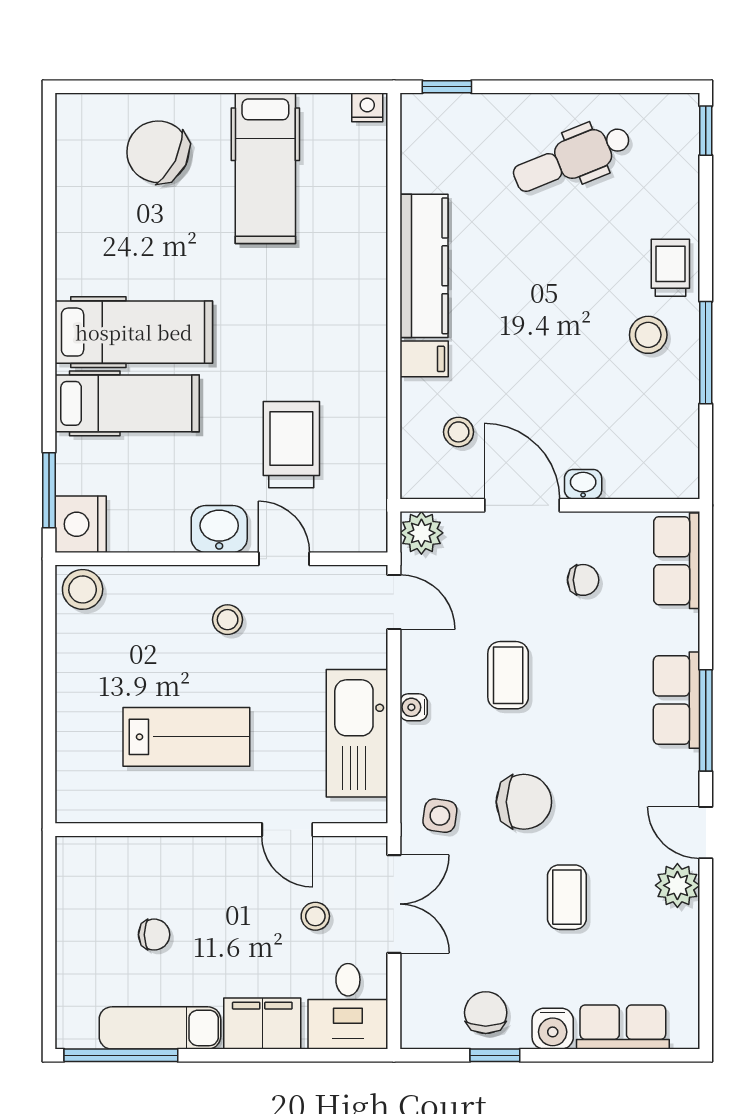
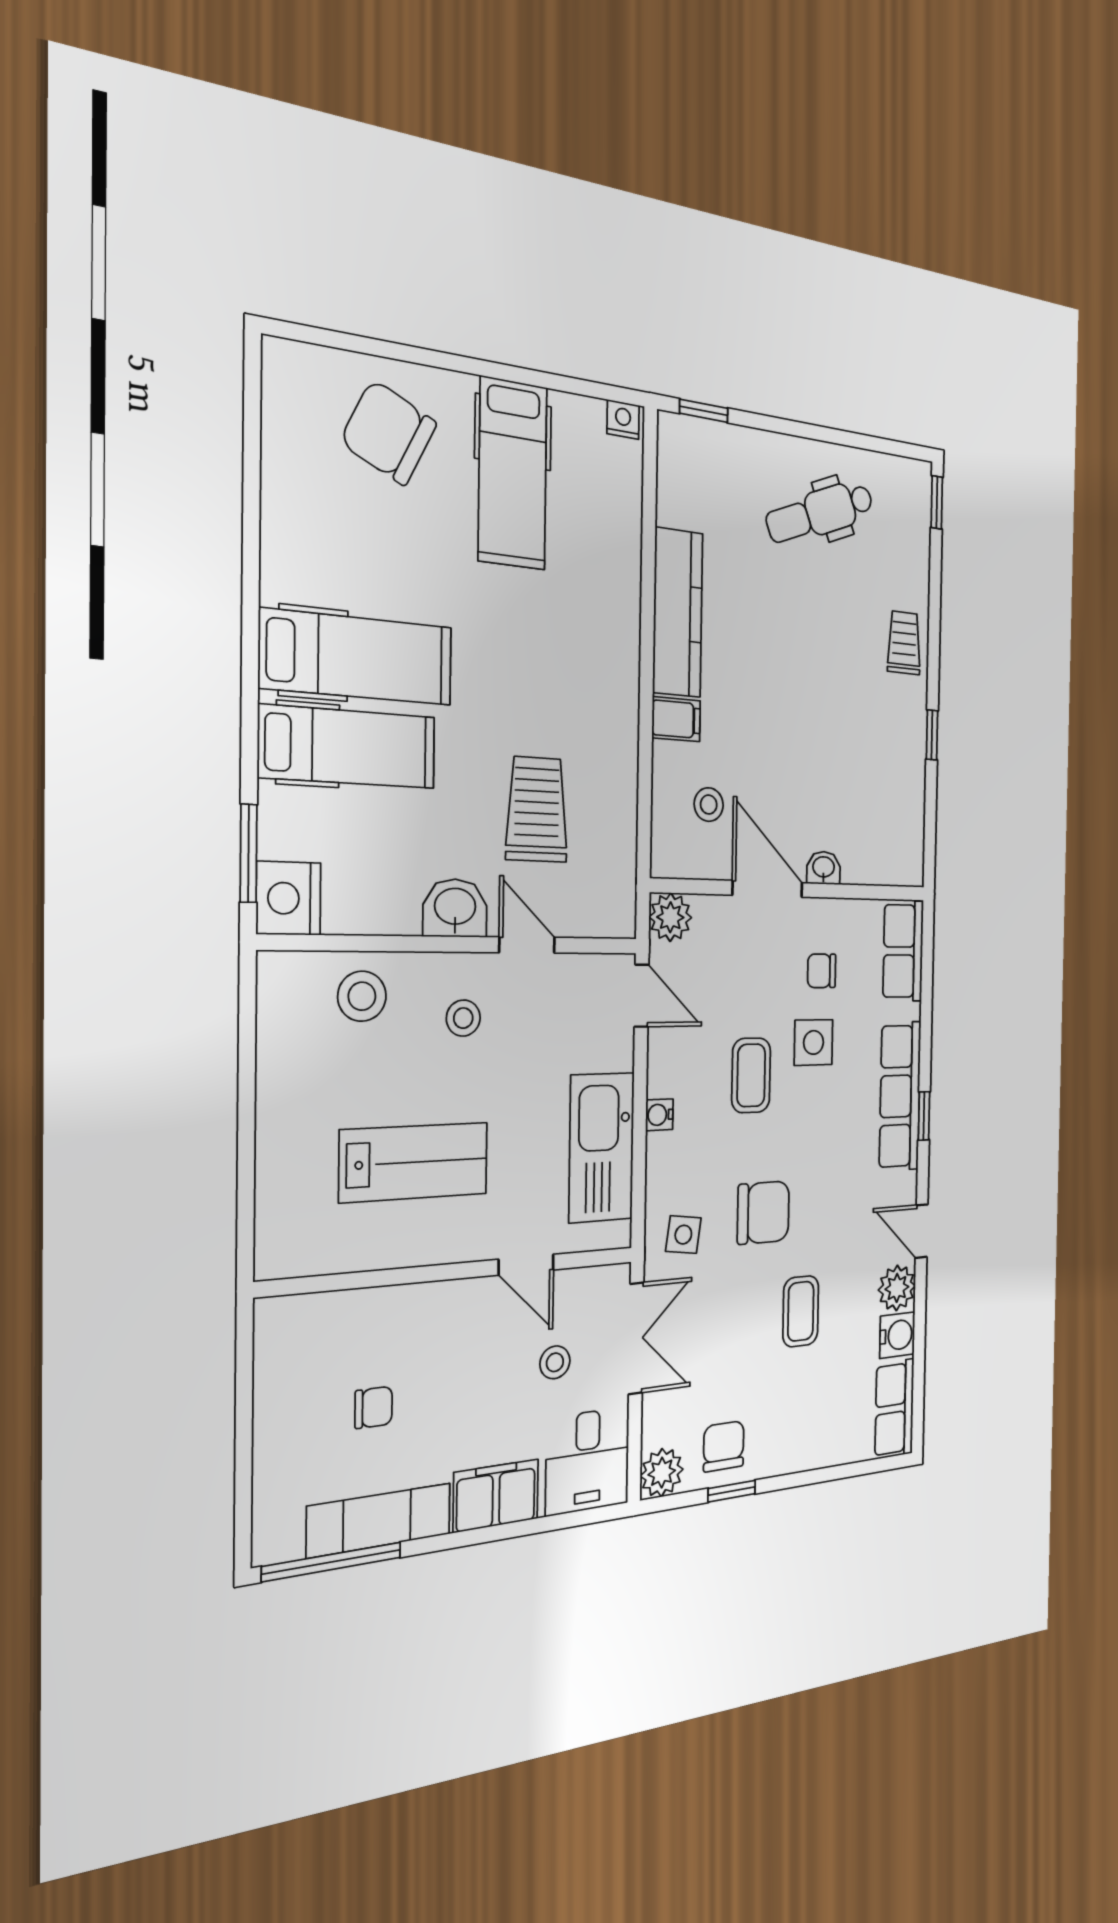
stool: (648, 335) -> (884, 712), removed
window: (706, 353) -> (932, 735), width x0.46
chair: (583, 580) -> (822, 971), turned 180
stool: (83, 589) -> (362, 996), moved
side table: (576, 647) -> (814, 1042), added
row of seats: (677, 700) -> (900, 1096), width x1.48
window: (706, 720) -> (924, 1116), width x0.46
plant: (422, 1027) -> (662, 1473), added
row of seats: (623, 1027) -> (894, 1409), moved, turned -90
water cooler: (553, 1029) -> (897, 1335), moved, turned -90

